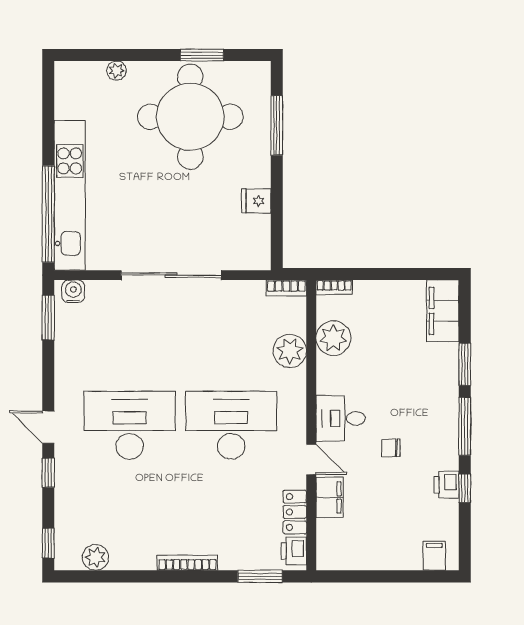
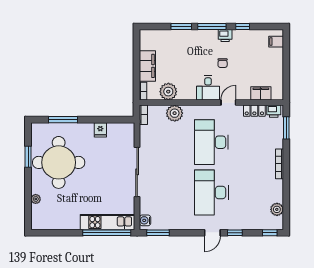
kitchen unit: (70, 195) -> (108, 222), width x0.73
filing cabinet: (443, 311) -> (147, 66), moved, turned -90
printer: (446, 485) -> (225, 36), moved
filing cabinet: (330, 497) -> (261, 93), moved

